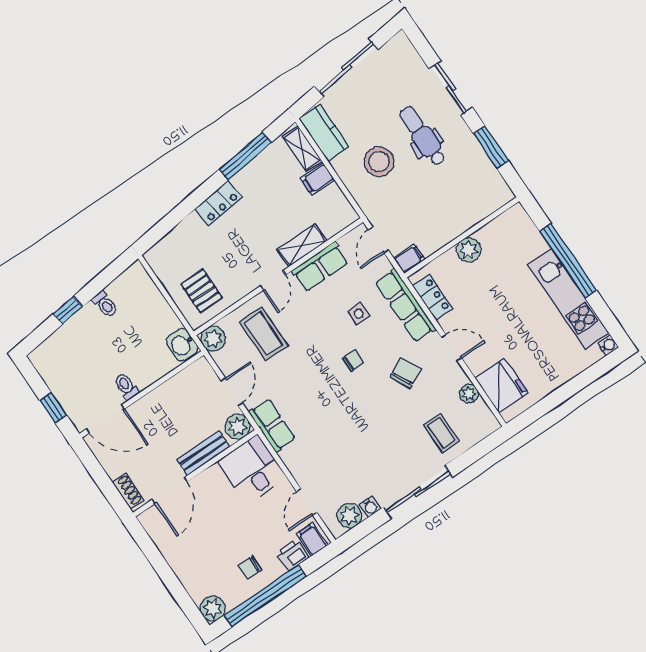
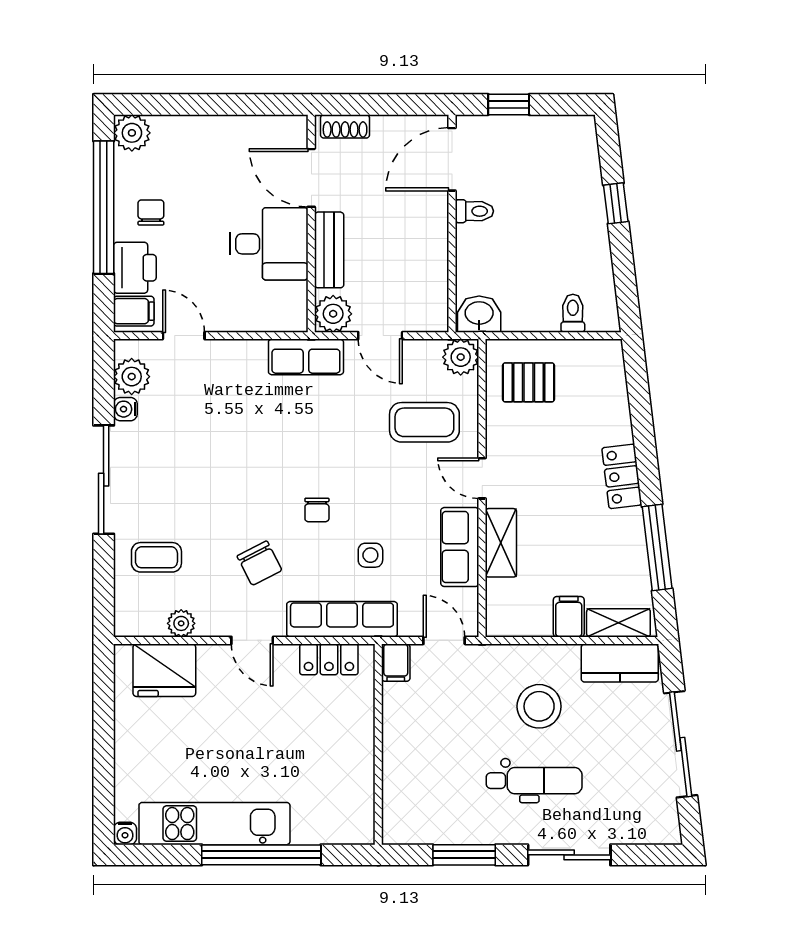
plant: (469, 250) -> (357, 742), removed
toilet: (105, 304) -> (573, 313), moved, turned 97
door: (451, 348) -> (252, 640), hinge flipped
desk: (252, 469) -> (269, 244), moved
printer: (293, 555) -> (135, 268), width x1.36, depth x1.24

